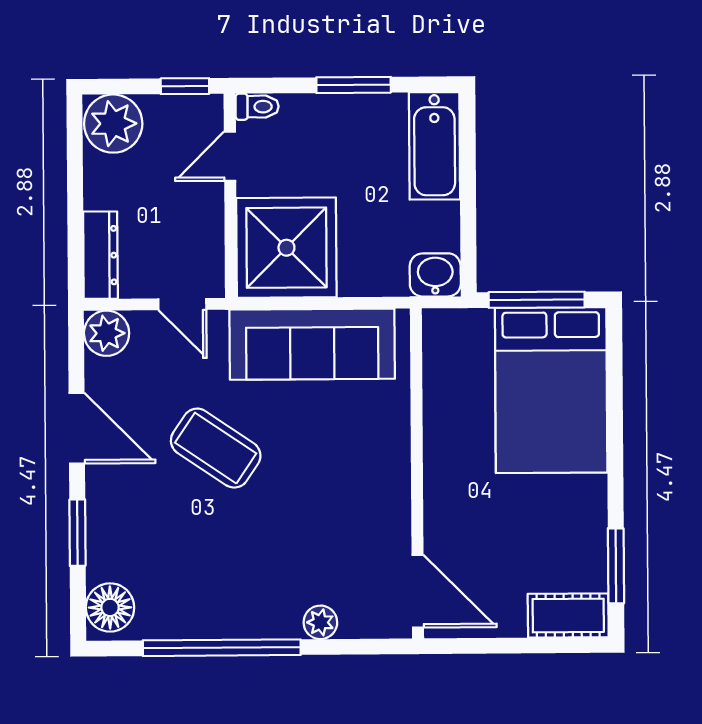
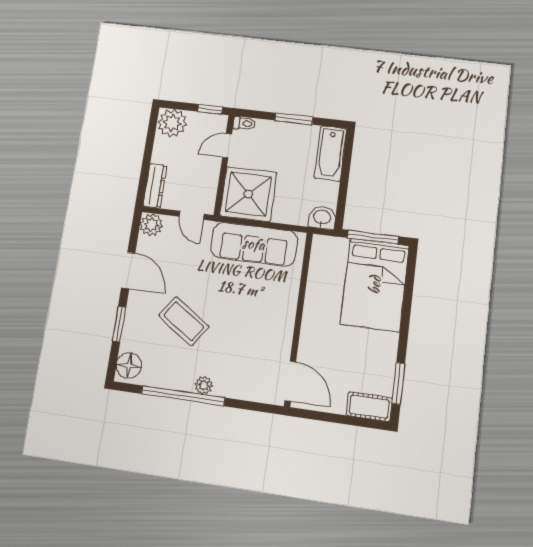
coffee table: (216, 448) -> (184, 321), moved
plant: (320, 622) -> (204, 385), moved

